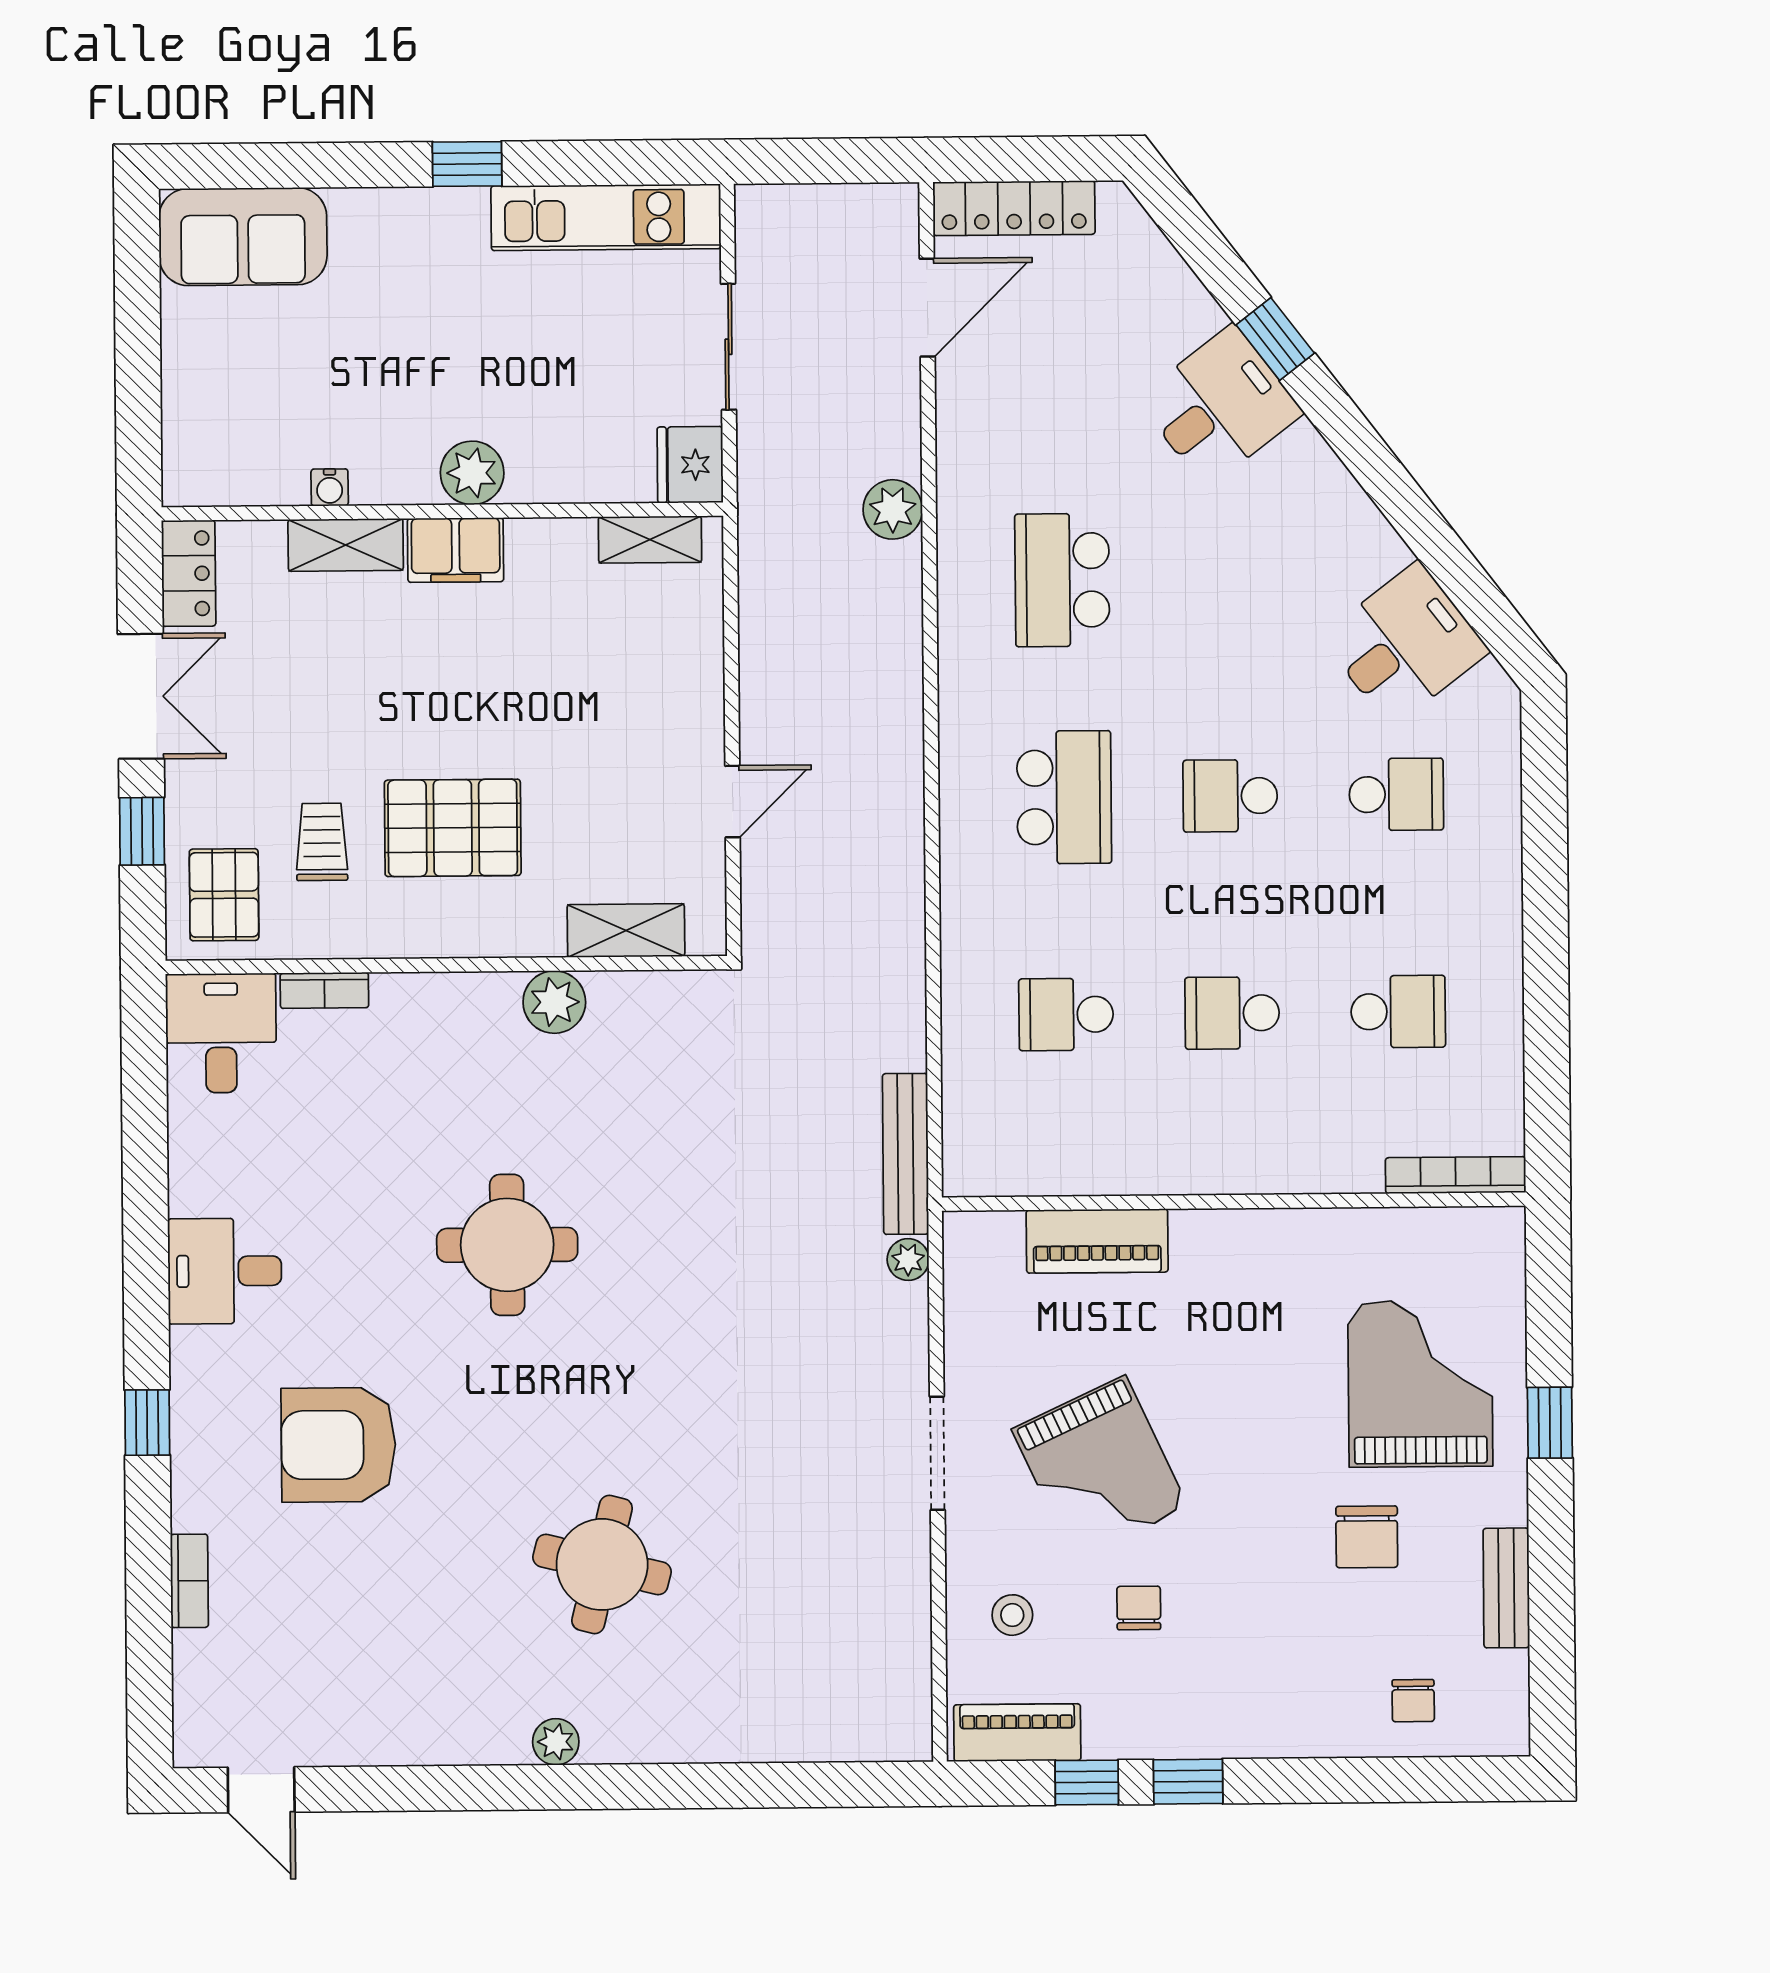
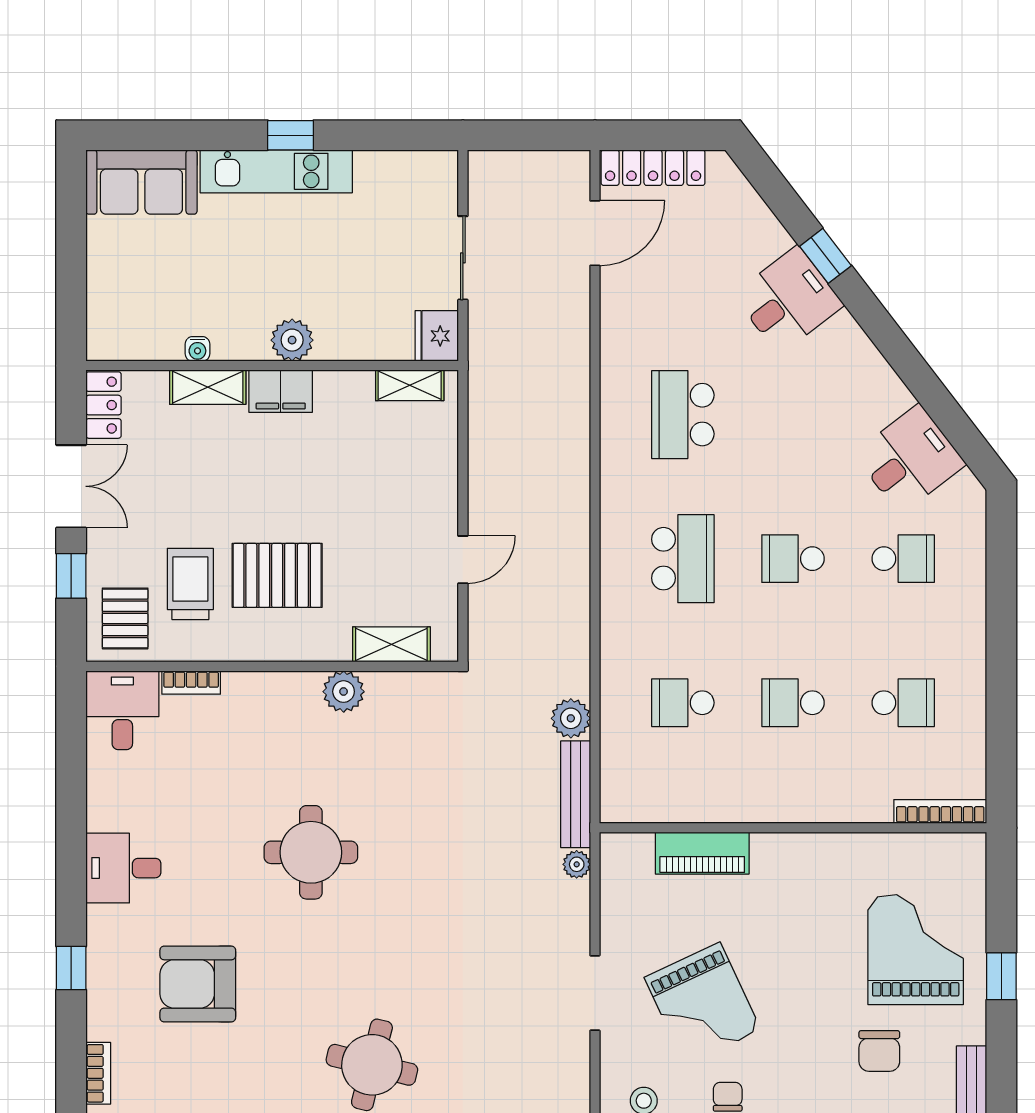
kitchen unit: (606, 217) -> (276, 171), moved
plant: (893, 509) -> (571, 718), moved
trolley: (322, 842) -> (190, 584), width x1.36, depth x1.39

